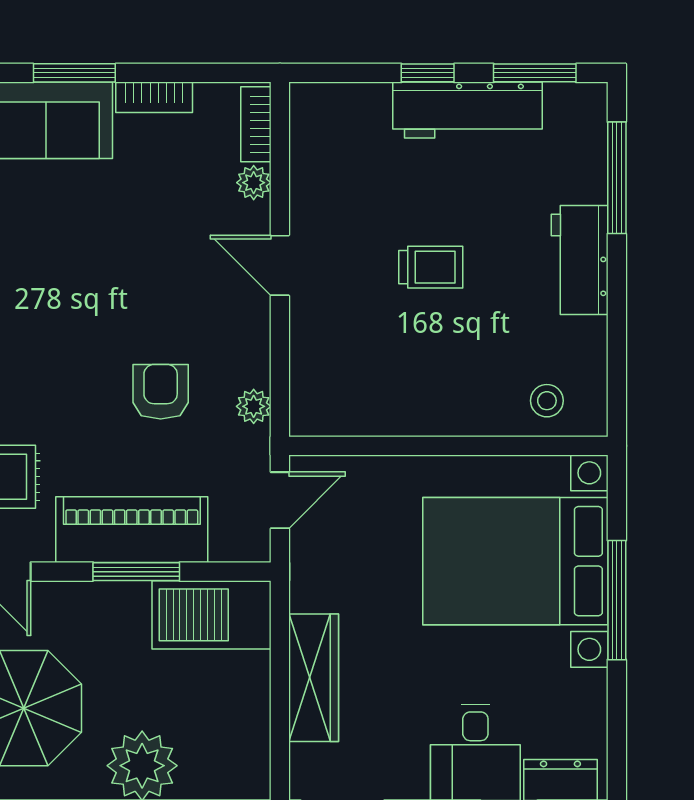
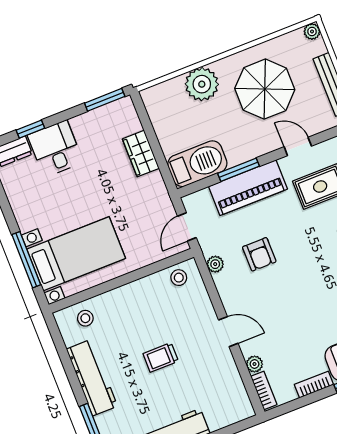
workbench: (580, 260) -> (92, 378), width x1.37
stool: (335, 408) -> (179, 278), added
bed with nightstands: (515, 561) -> (76, 254), width x0.73
window: (617, 600) -> (26, 260), moved
wardrobe: (314, 678) -> (141, 154), width x0.67

